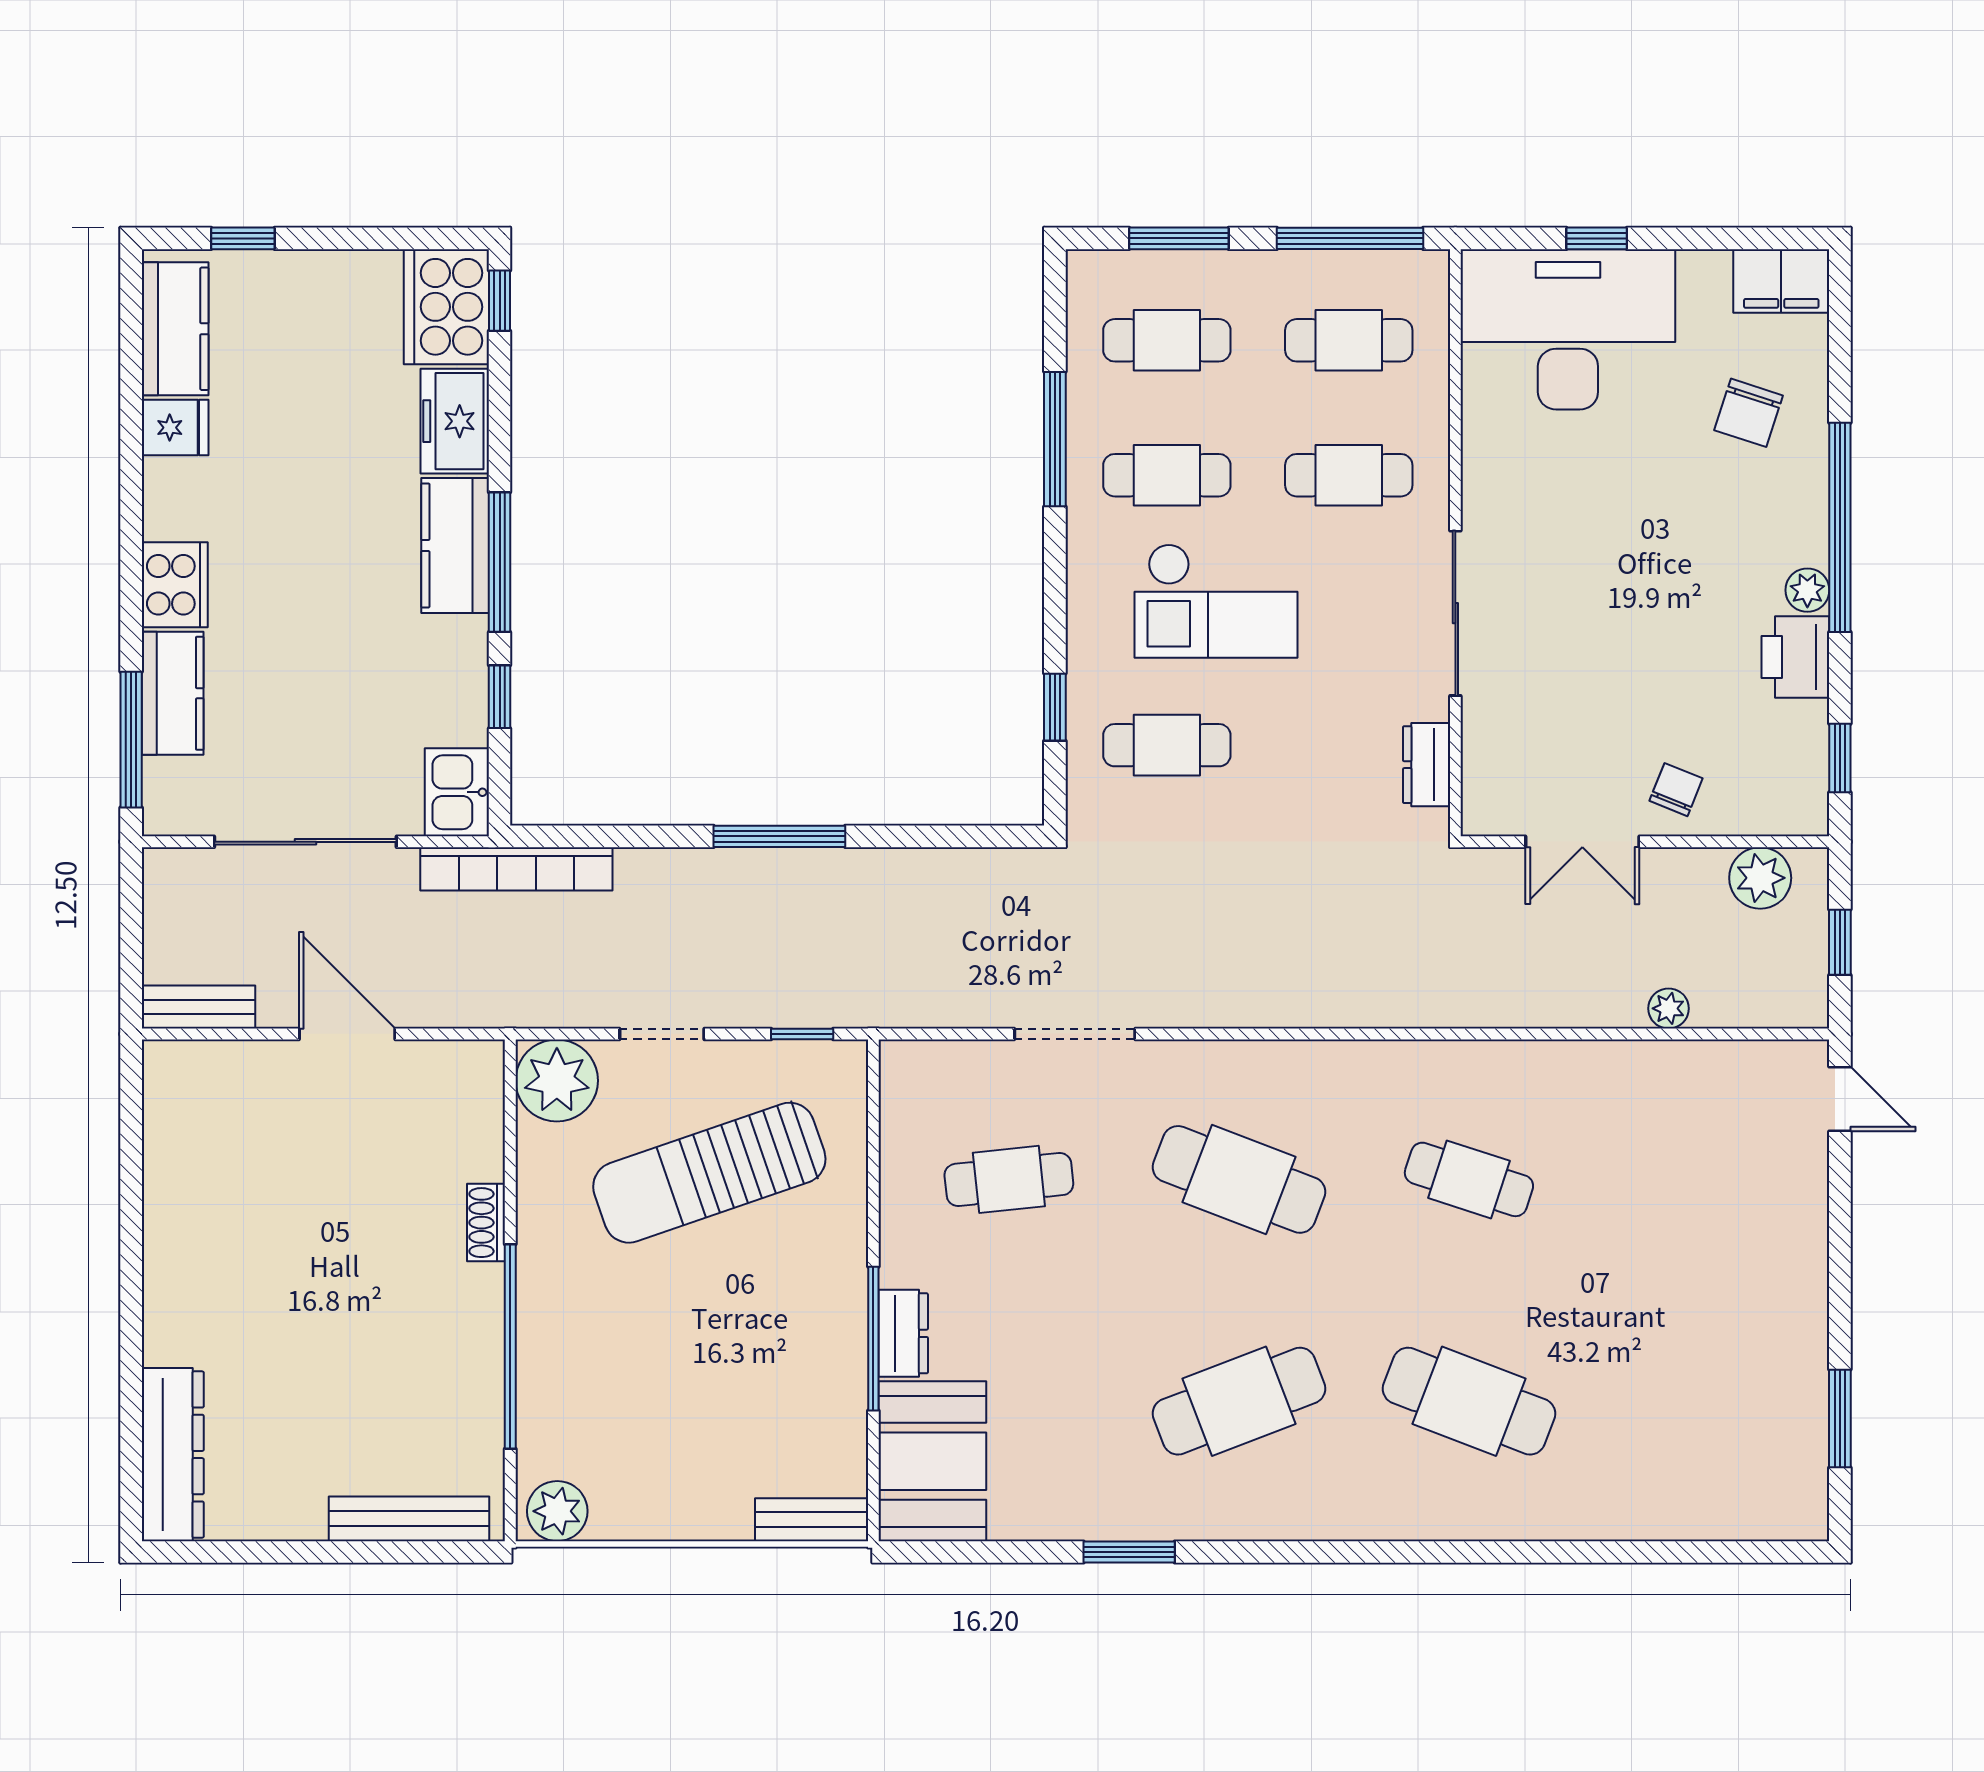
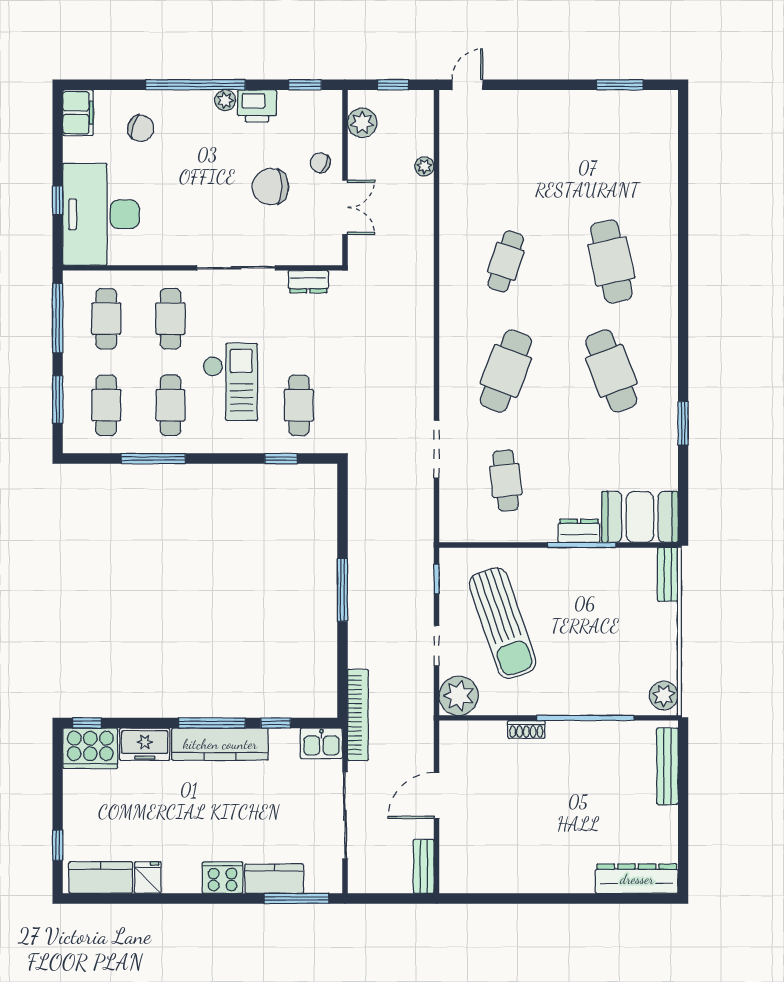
kitchen counter: (455, 545) -> (220, 744), width x1.50
chair: (1626, 685) -> (270, 187), added
cafe table: (1469, 1401) -> (611, 261), turned -33

